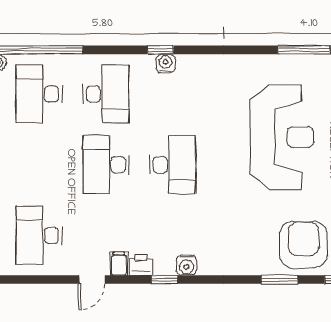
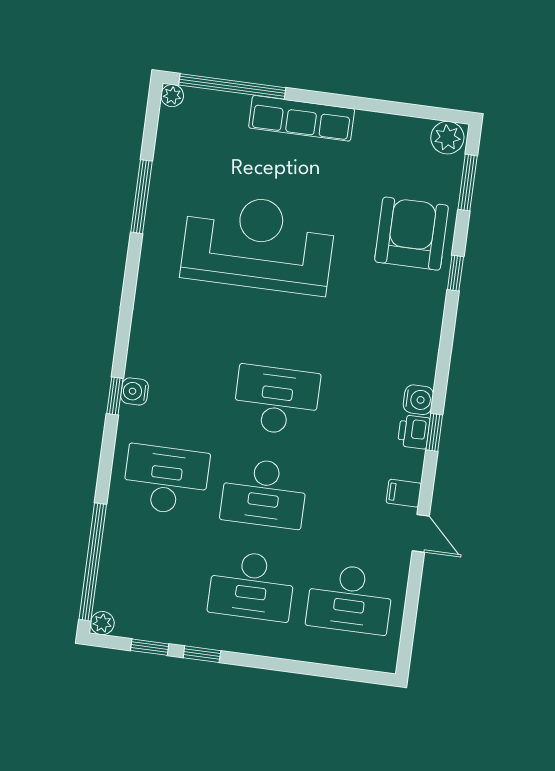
desk: (39, 94) -> (252, 586), moved
armchair: (303, 245) -> (412, 234), turned 90
printer: (141, 265) -> (414, 432), moved
window: (280, 279) -> (455, 273), width x0.67

